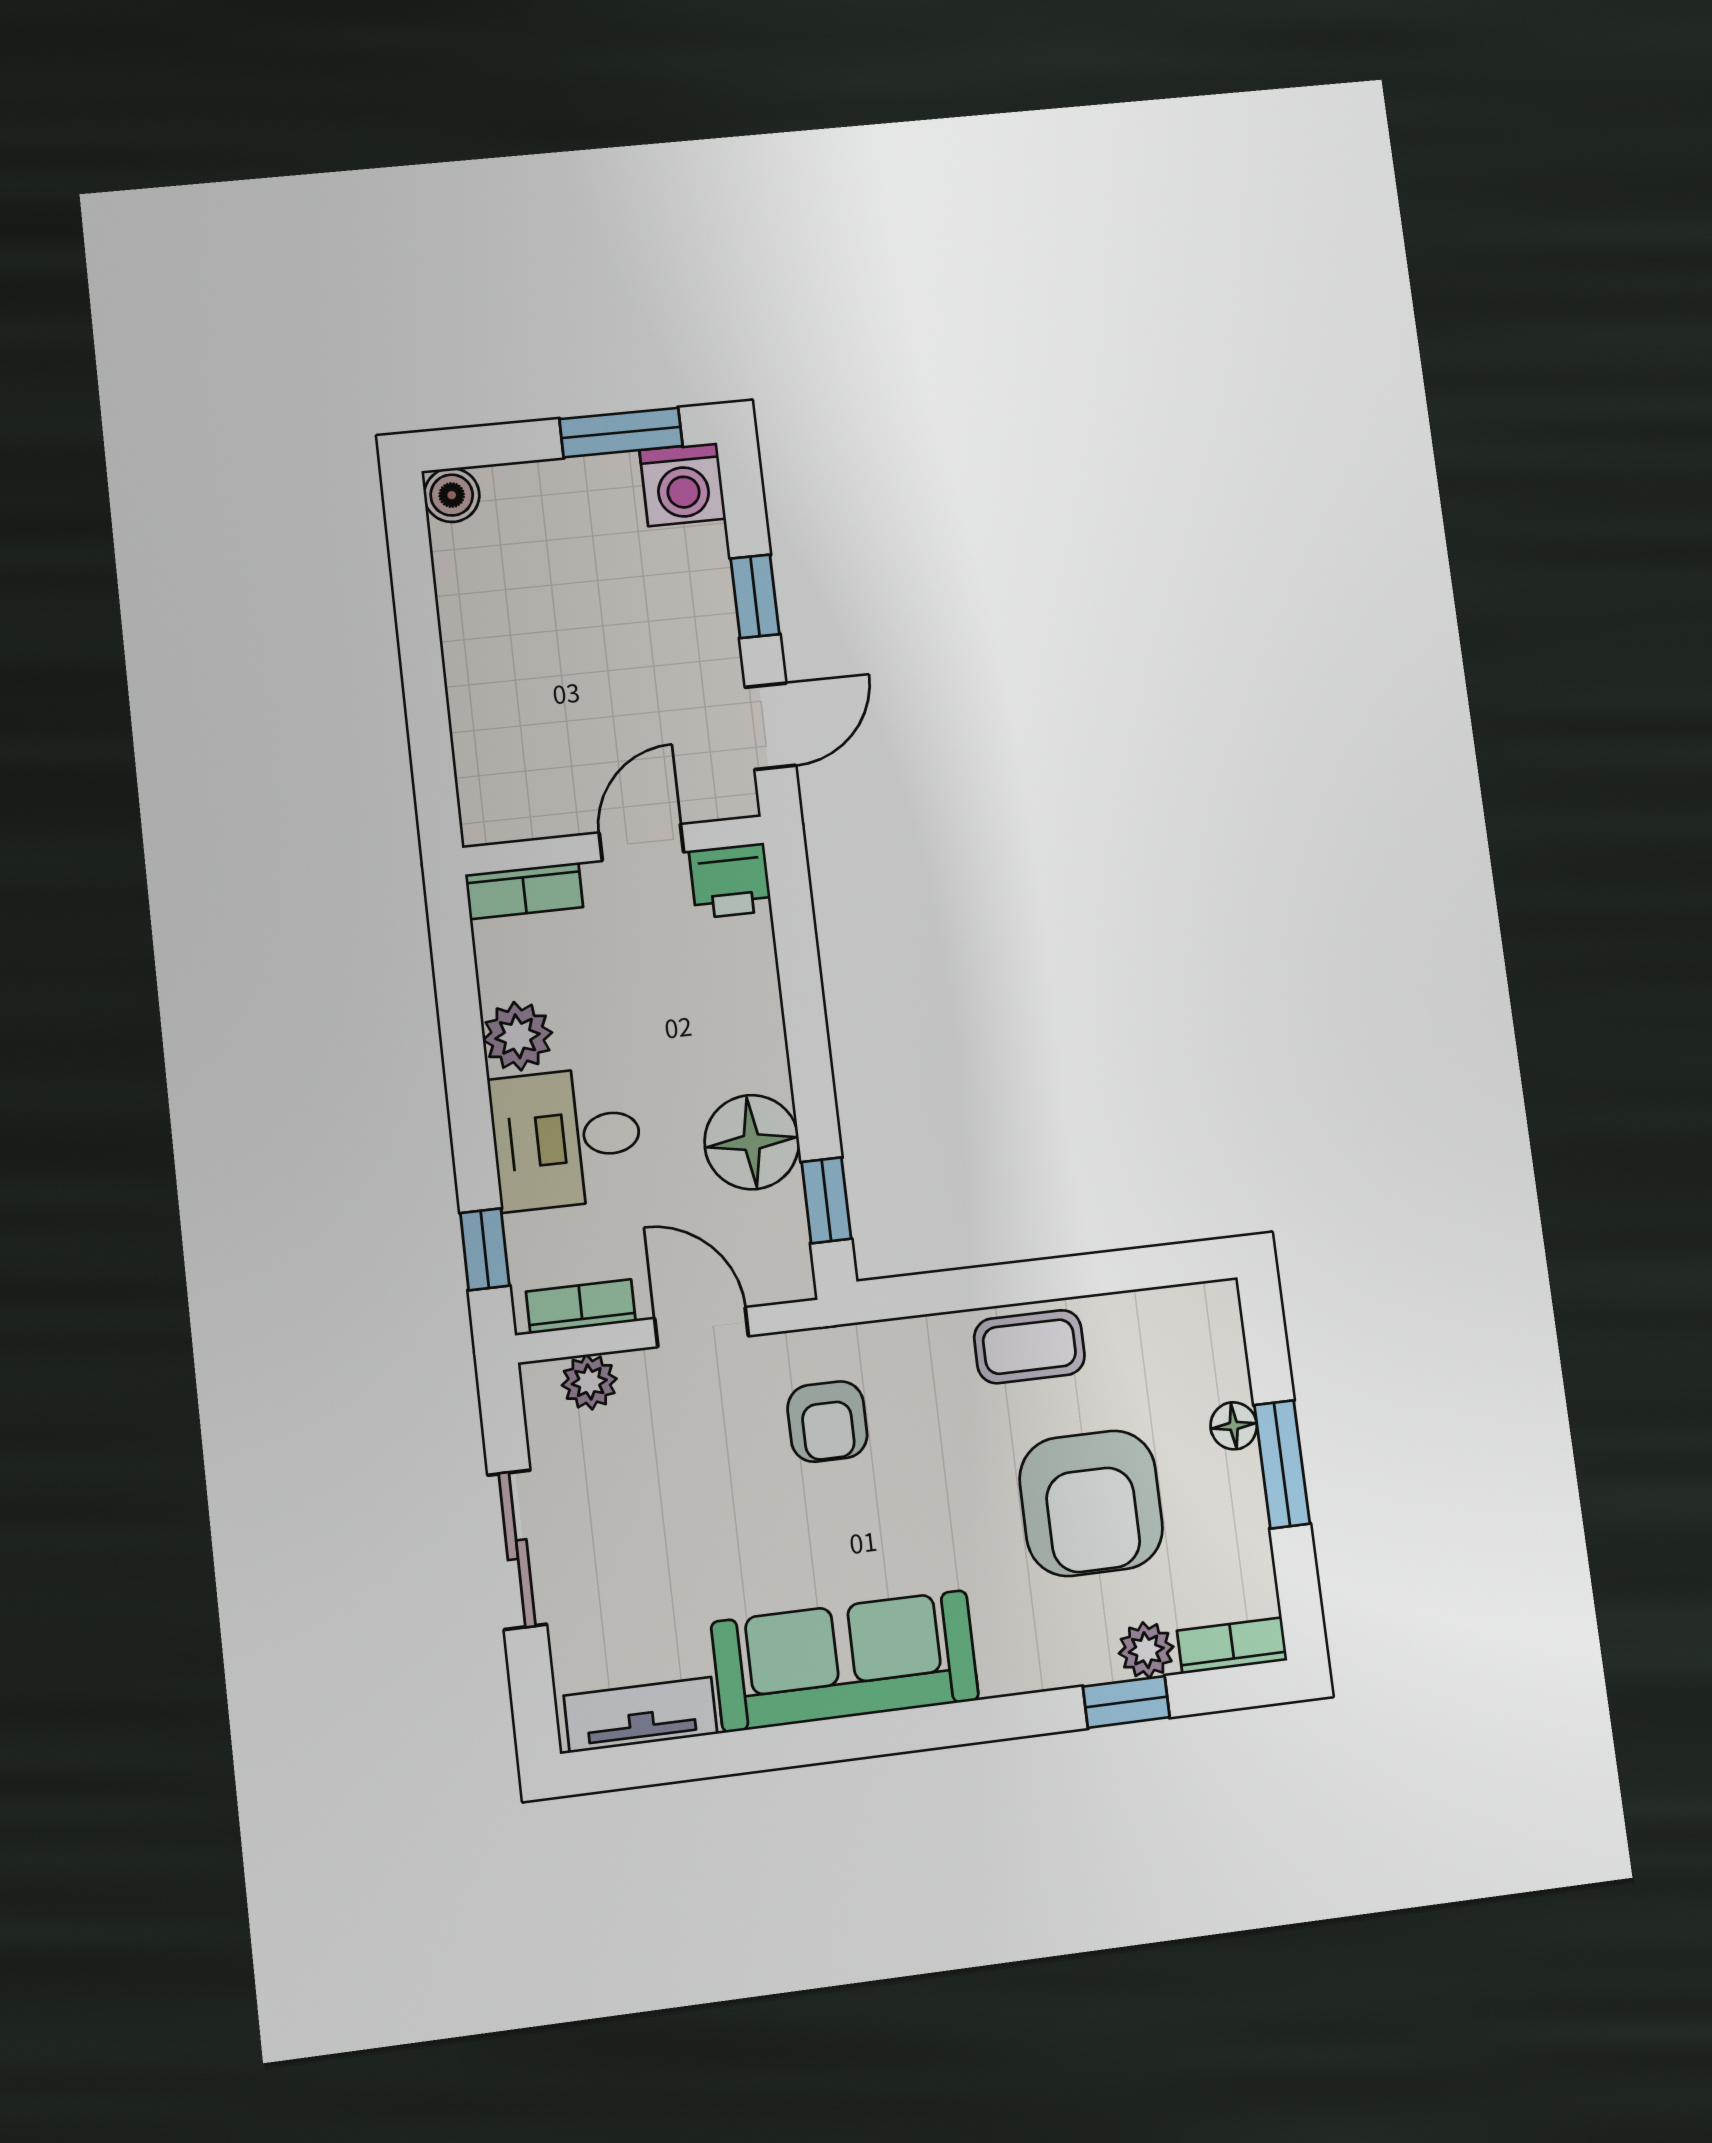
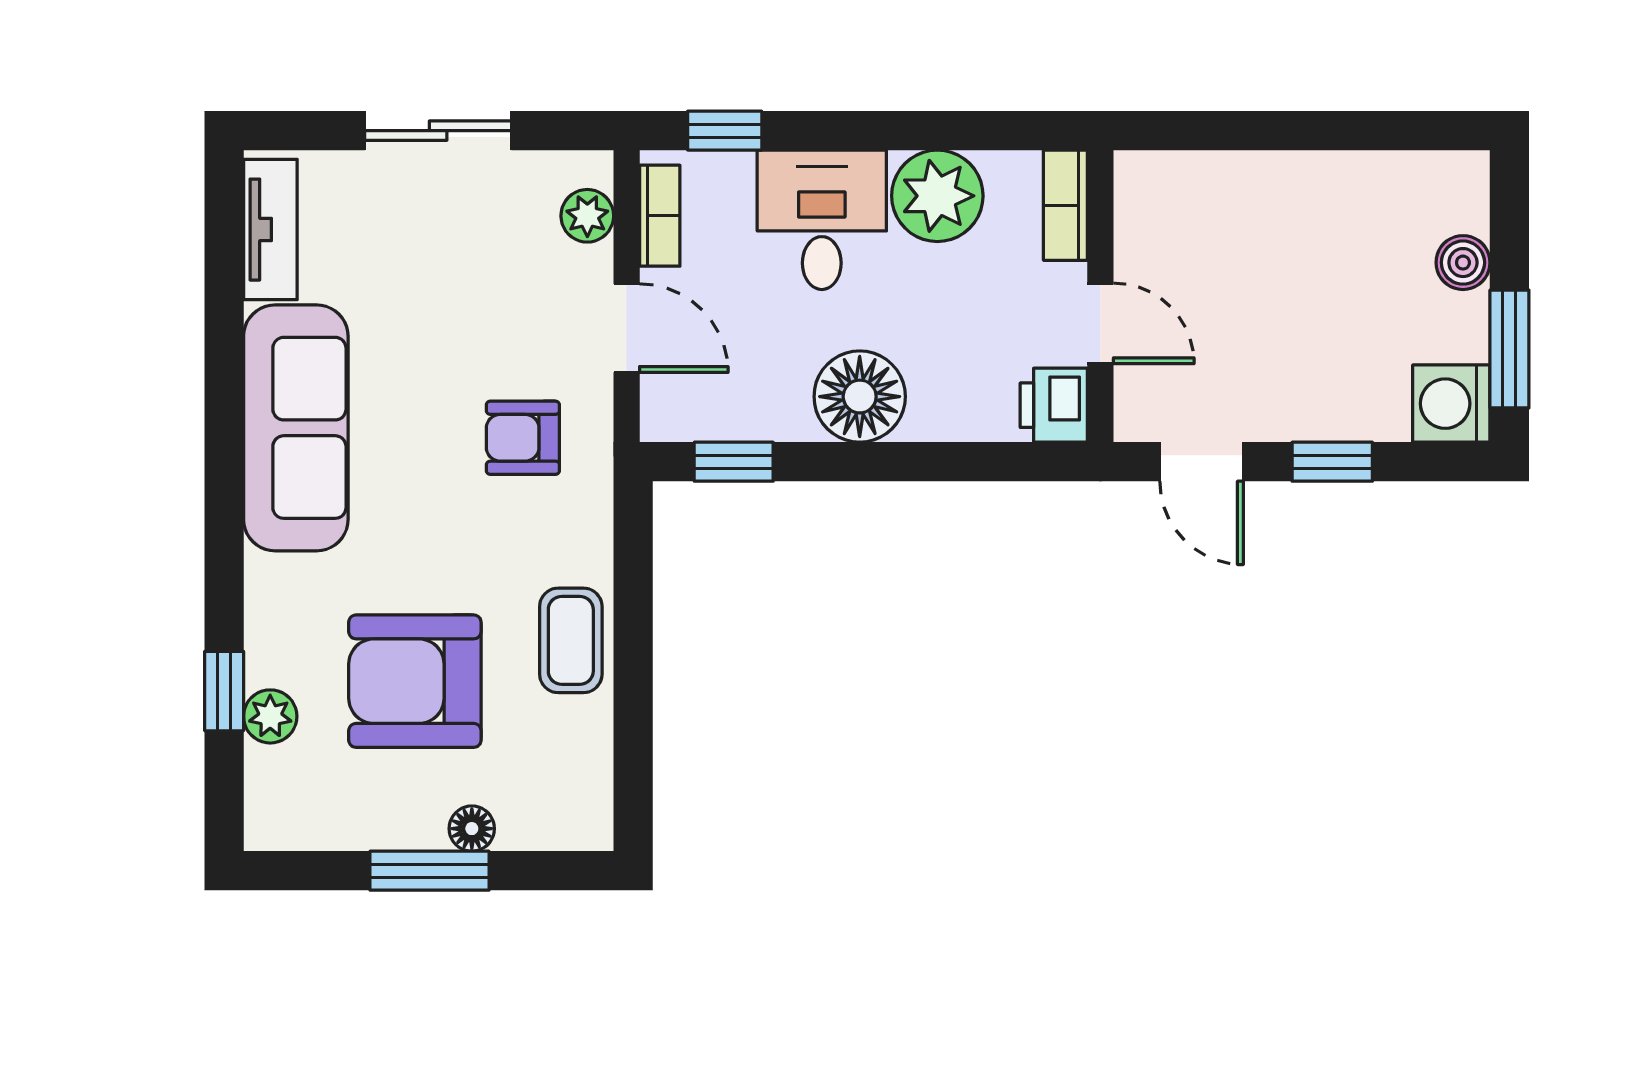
boiler: (452, 495) -> (1463, 263), moved
plant: (518, 1036) -> (937, 196), width x1.36, depth x1.36
floor lamp: (752, 1142) -> (860, 397), moved
door: (702, 1327) -> (627, 328), hinge flipped
bookcase: (1232, 1646) -> (264, 800), removed

